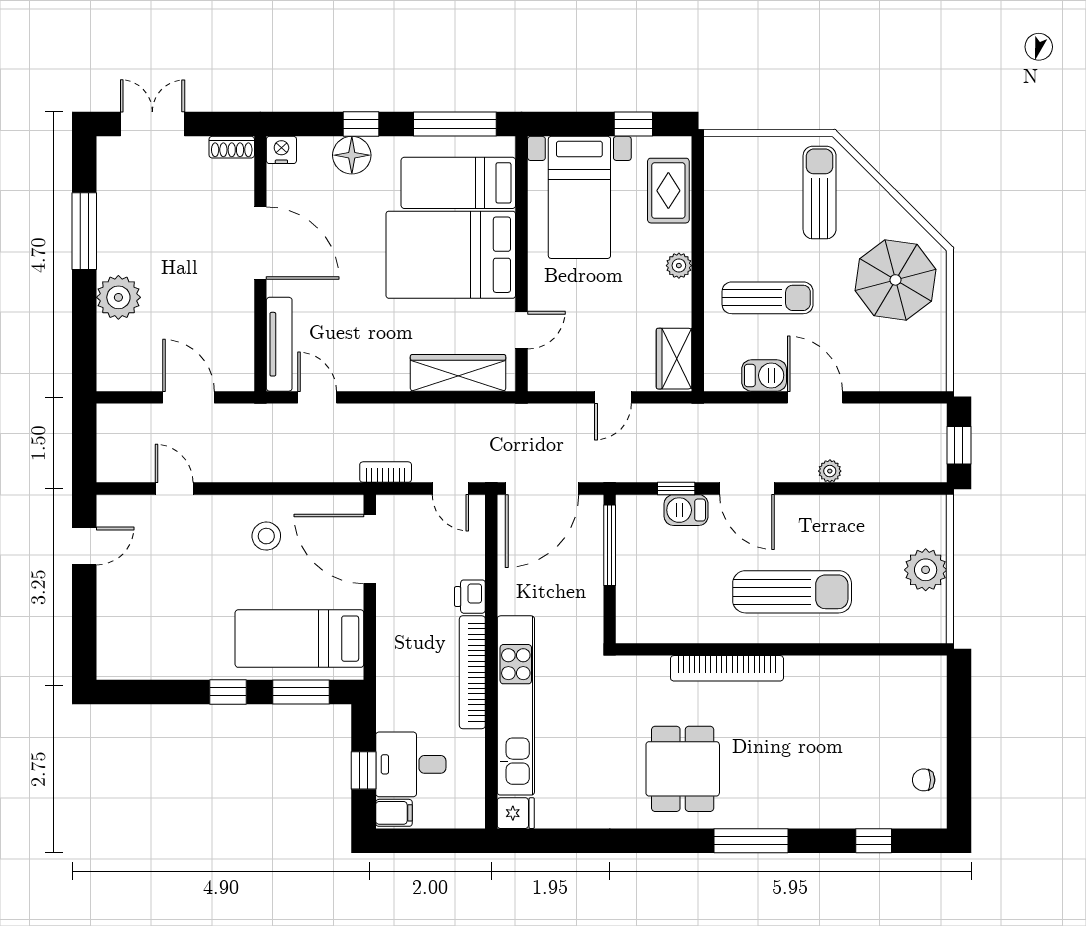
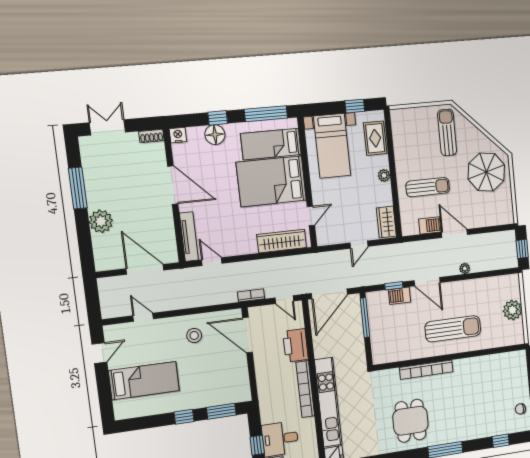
door: (189, 397) -> (145, 269), width x1.36
printer: (470, 597) -> (296, 345), width x1.87, depth x1.48
bed: (299, 639) -> (144, 381), moved, turned 180

